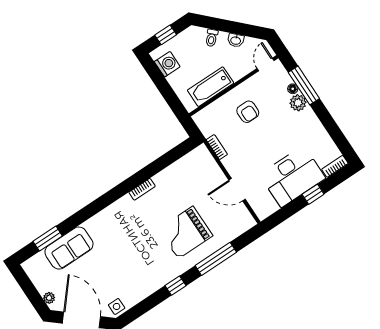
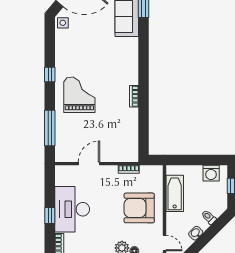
armchair: (248, 112) -> (139, 208), width x1.88, depth x1.88
grand piano: (186, 232) -> (79, 95), moved
window: (216, 259) -> (50, 128), moved

